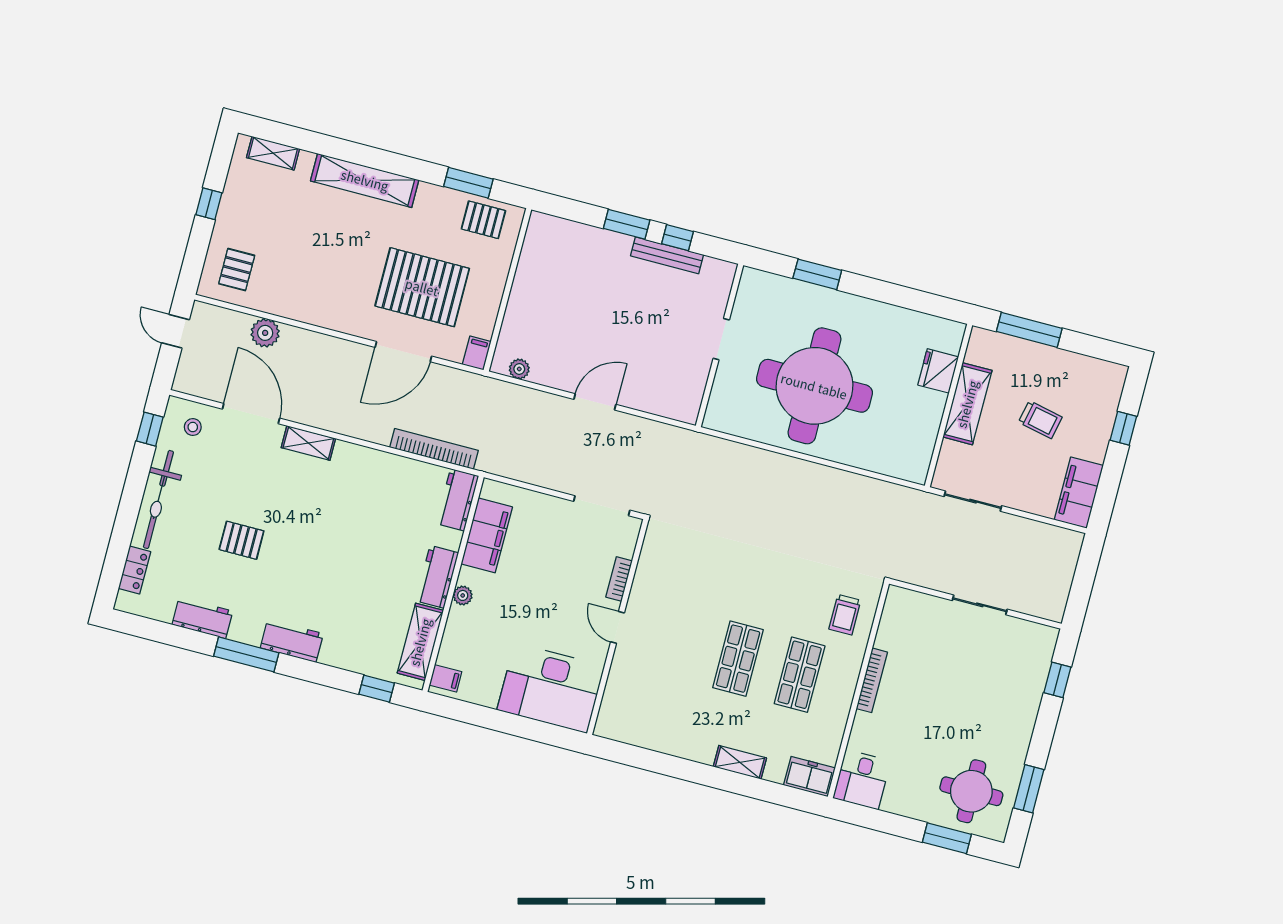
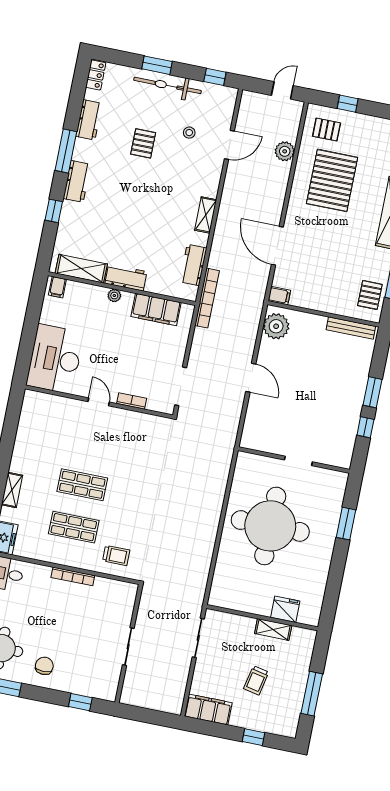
window: (209, 204) -> (348, 104), moved
bench: (667, 255) -> (351, 328), moved, turned 90
pallet: (422, 287) -> (332, 180), moved
window: (1029, 330) -> (312, 694), moved
plant: (519, 369) -> (276, 326), width x1.88, depth x1.88
shelving: (967, 404) -> (273, 629), width x0.67, depth x0.75
door: (251, 414) -> (229, 145), width x0.73
stool: (193, 427) -> (189, 133), moved
shelving: (308, 443) -> (206, 215), moved
bookcase: (434, 449) -> (207, 298), moved
workbench: (457, 500) -> (193, 265), moved, turned -90
window: (128, 513) -> (157, 65), added
locker: (135, 570) -> (96, 75), moved, turned -90
trolley: (845, 615) -> (116, 555), turned 180
door: (618, 627) -> (99, 402), hinge flipped
window: (377, 689) -> (54, 211), moved
chair: (1001, 730) -> (44, 666), added

